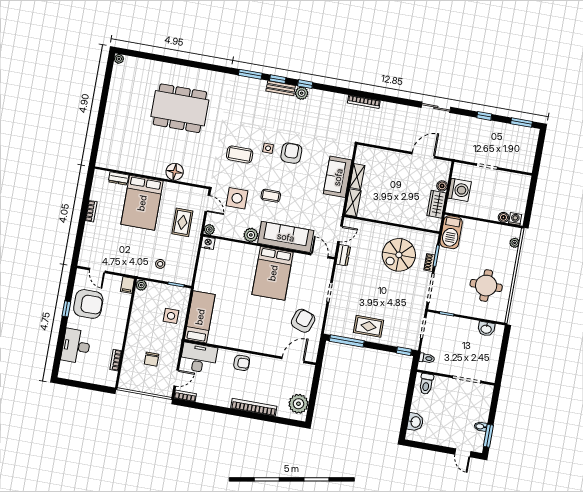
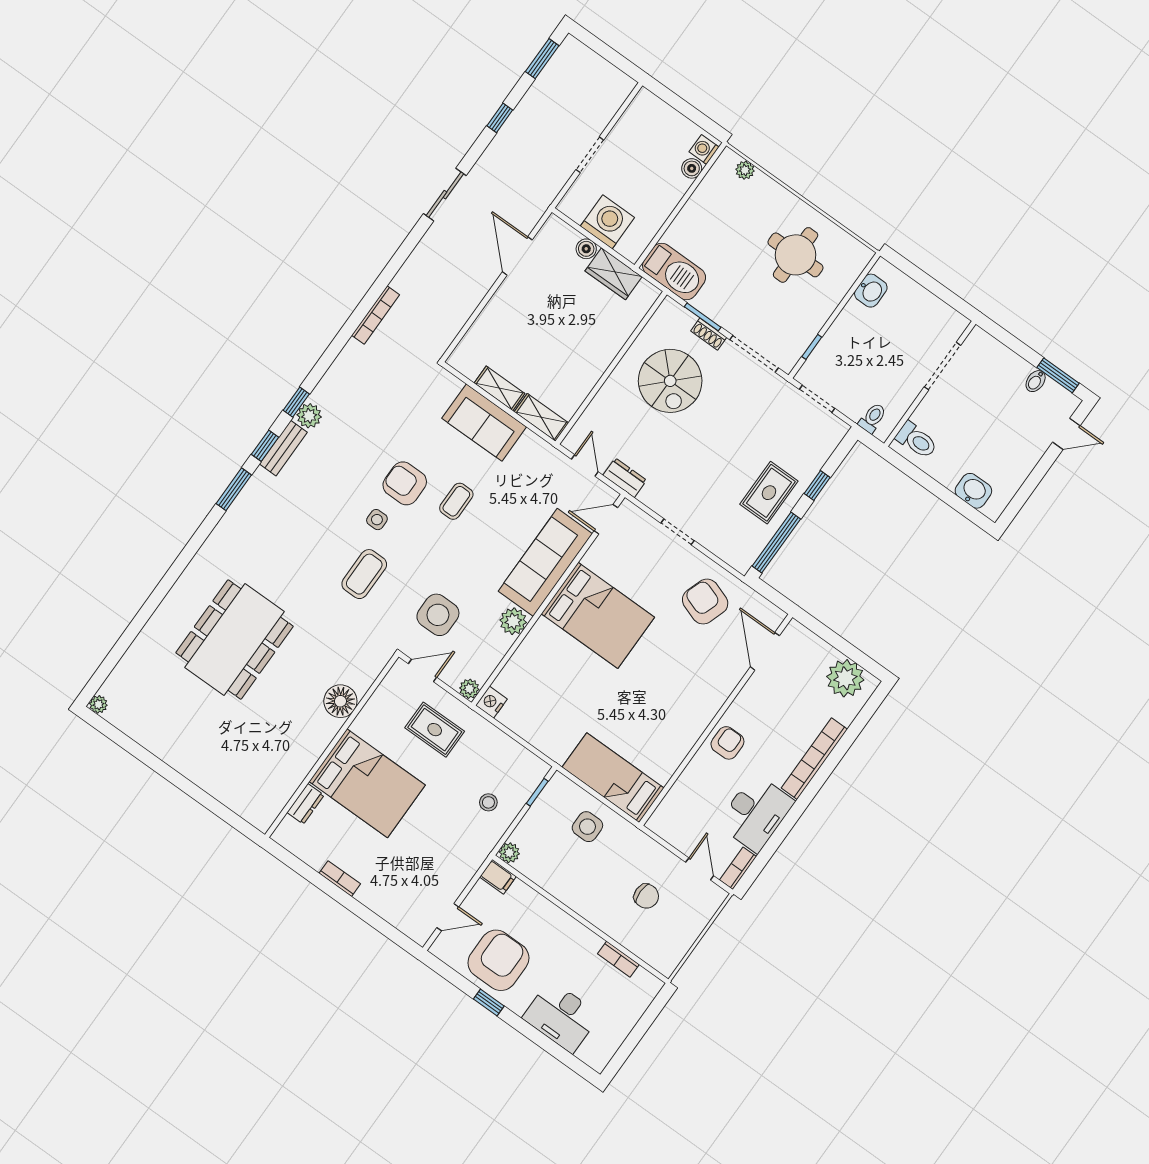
coffee table: (271, 196) -> (456, 501), moved
window: (404, 351) -> (817, 486), moved
desk: (199, 358) -> (756, 813), moved, turned 180

